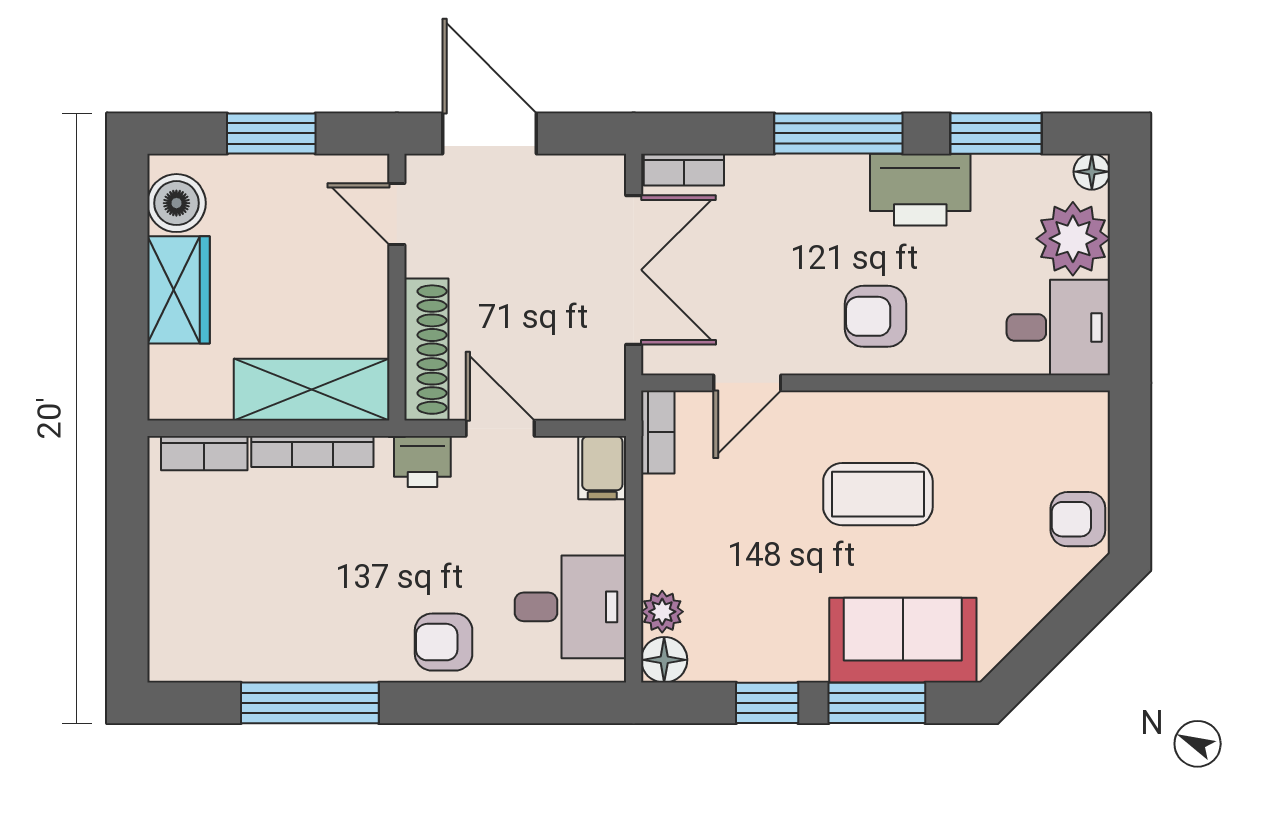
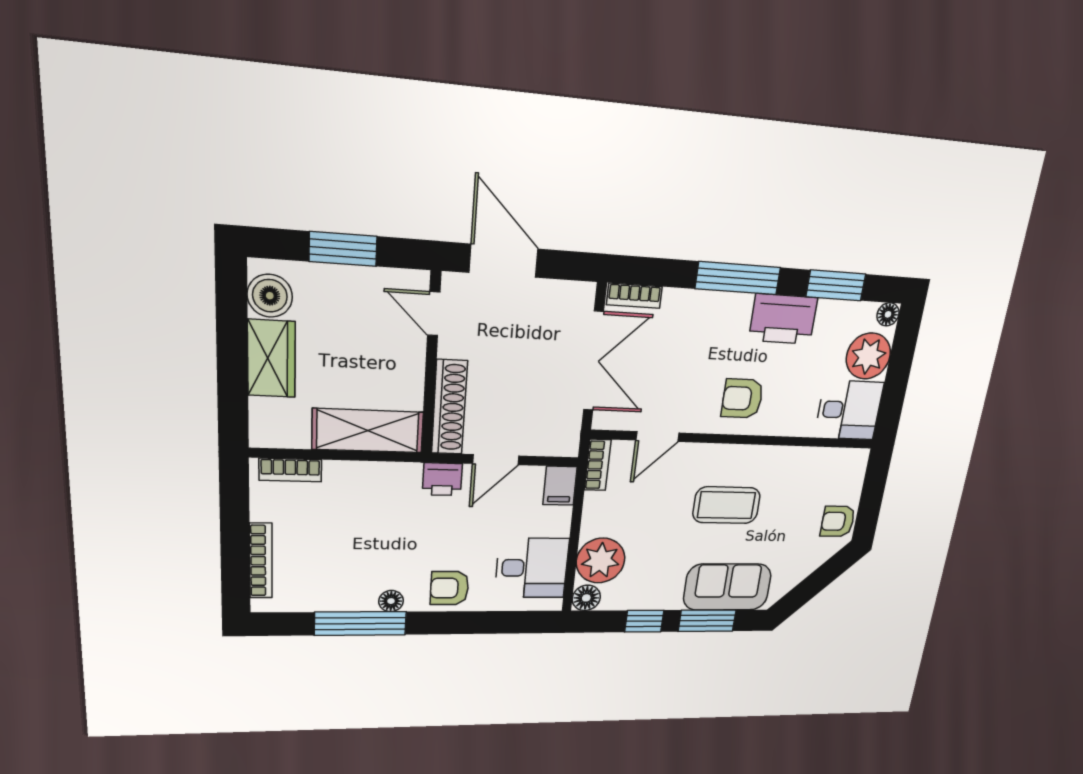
door: (500, 428) -> (496, 460), swing flipped
bookcase: (312, 451) -> (261, 561), moved, turned -90
plant: (662, 612) -> (601, 561), width x1.87, depth x1.87
floor lamp: (355, 664) -> (391, 601), added

